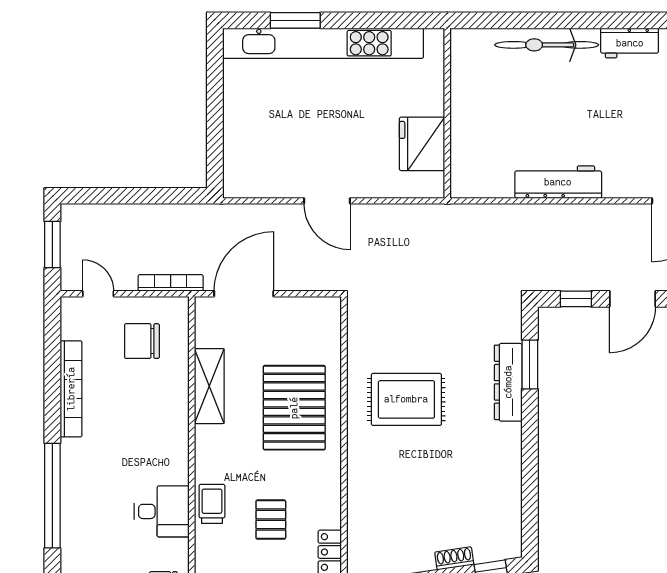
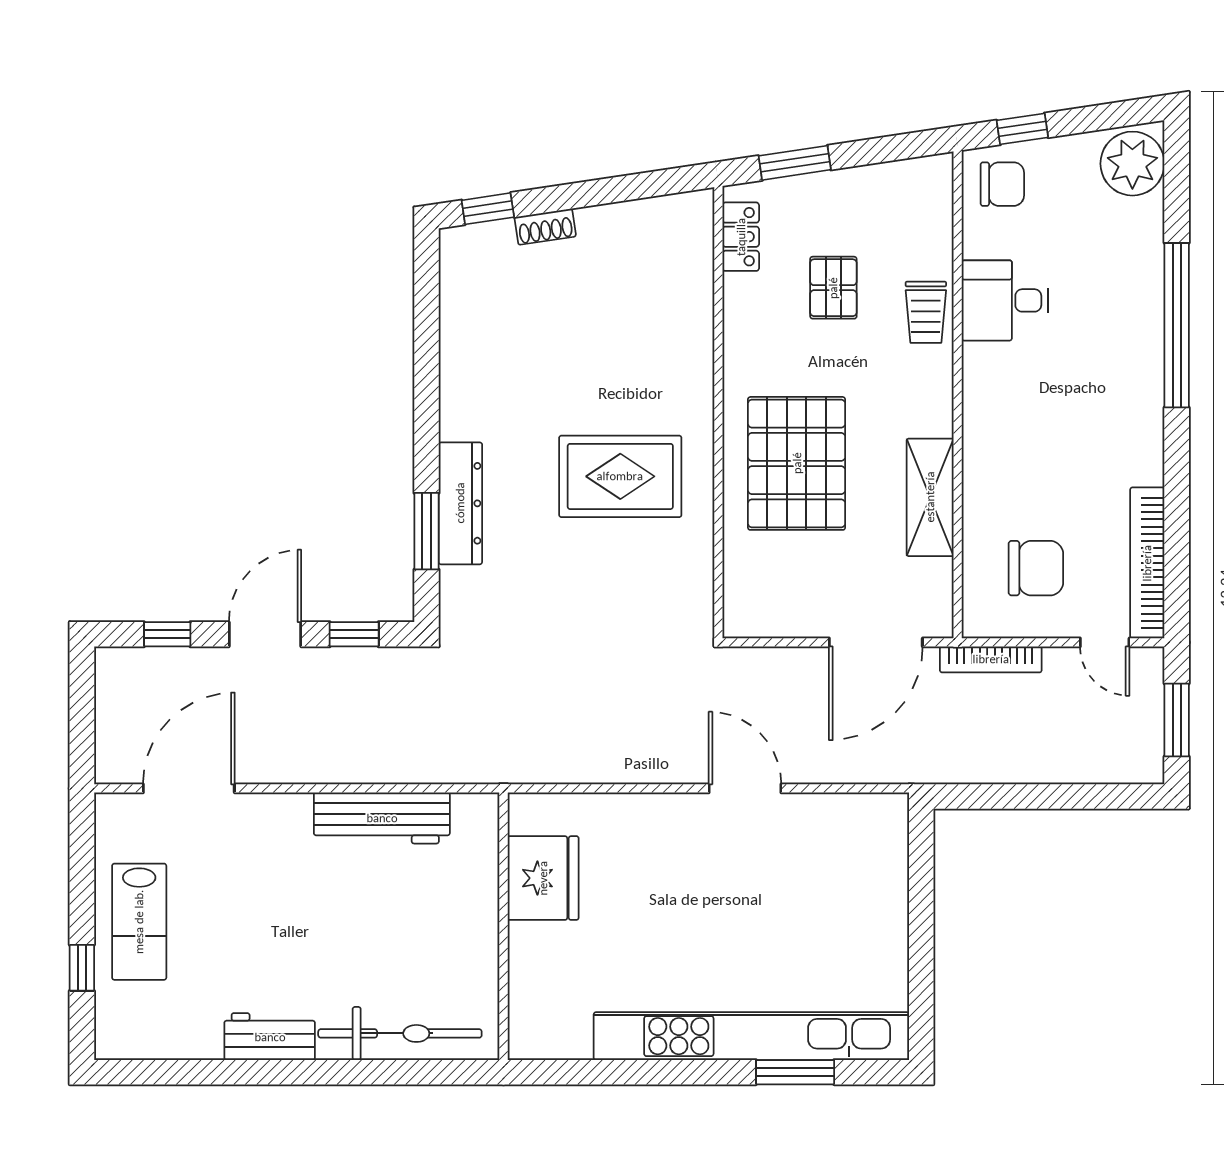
wall: (447, 113) -> (504, 926), moved
fridge: (422, 144) -> (543, 878), moved
bookcase: (71, 389) -> (1147, 563), moved

